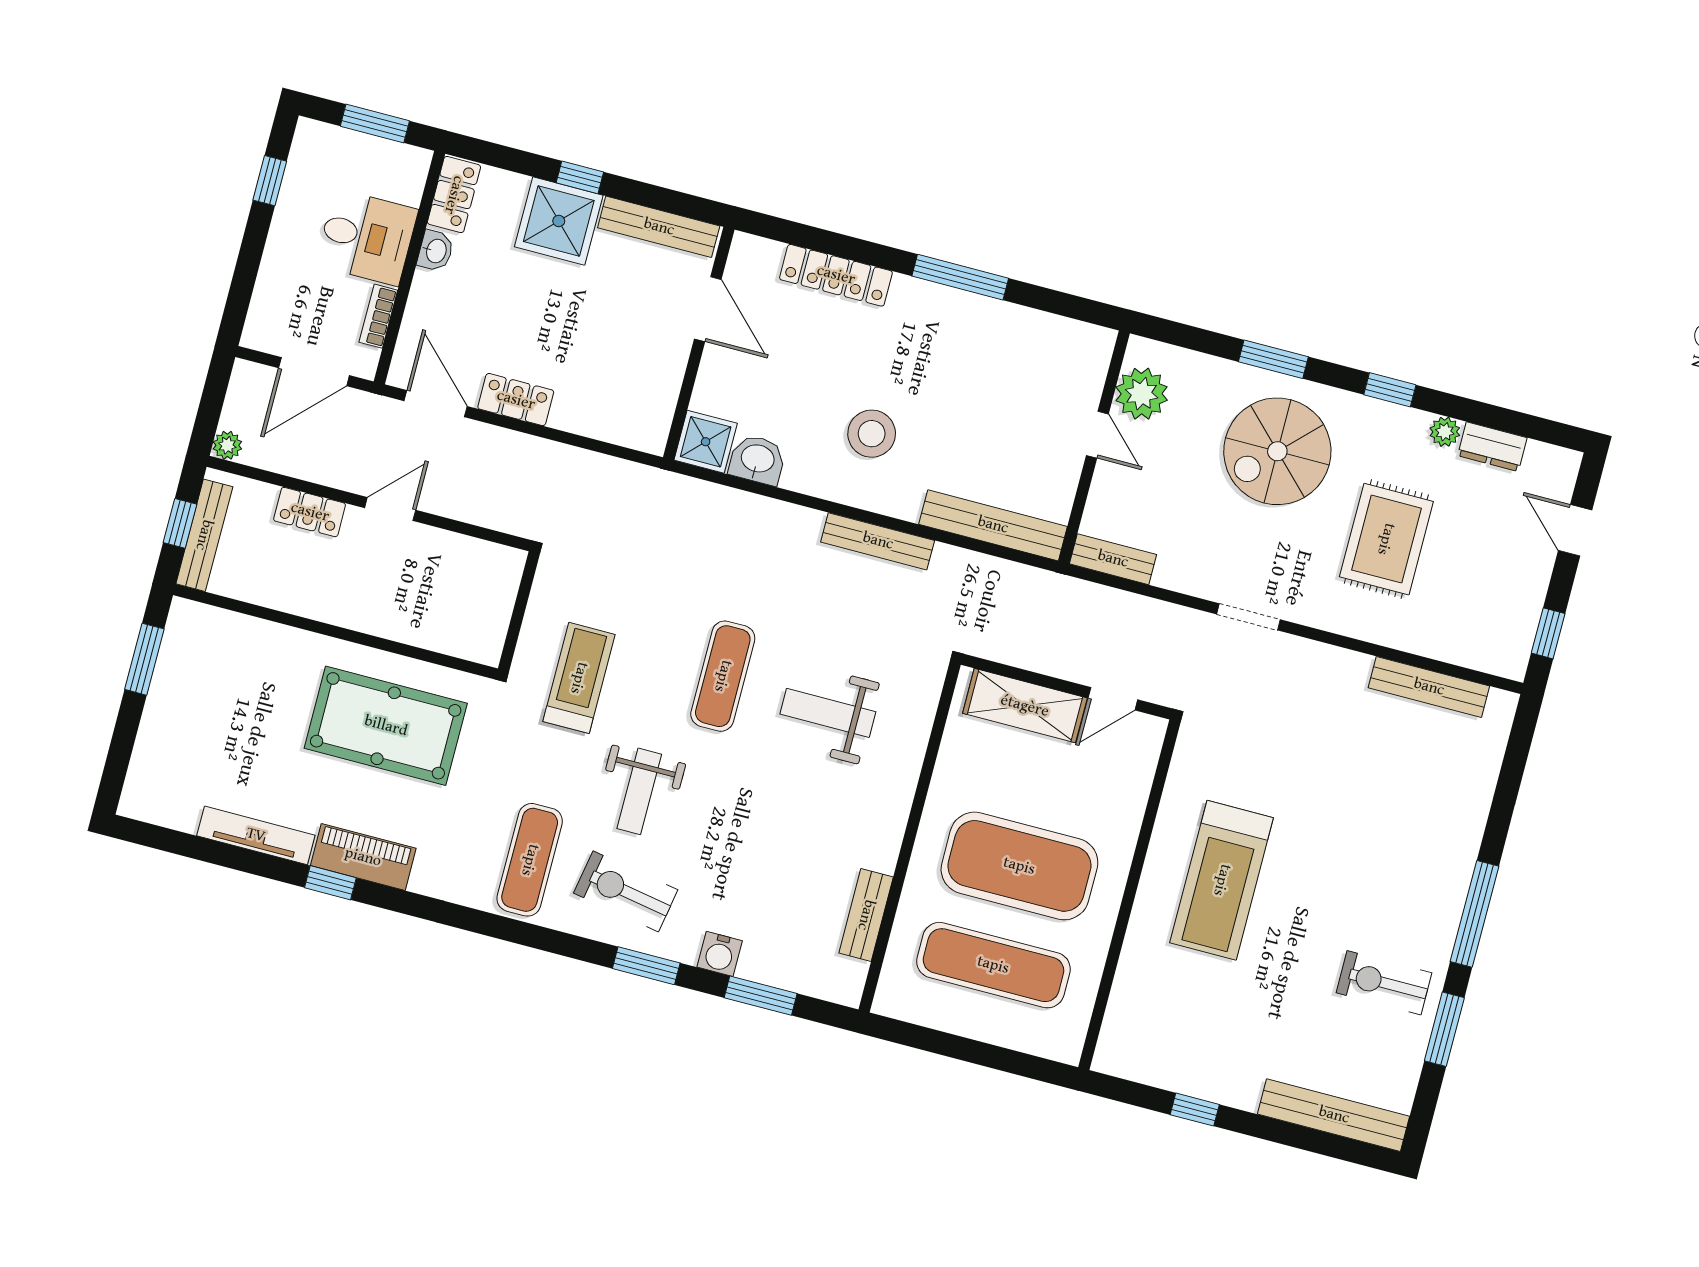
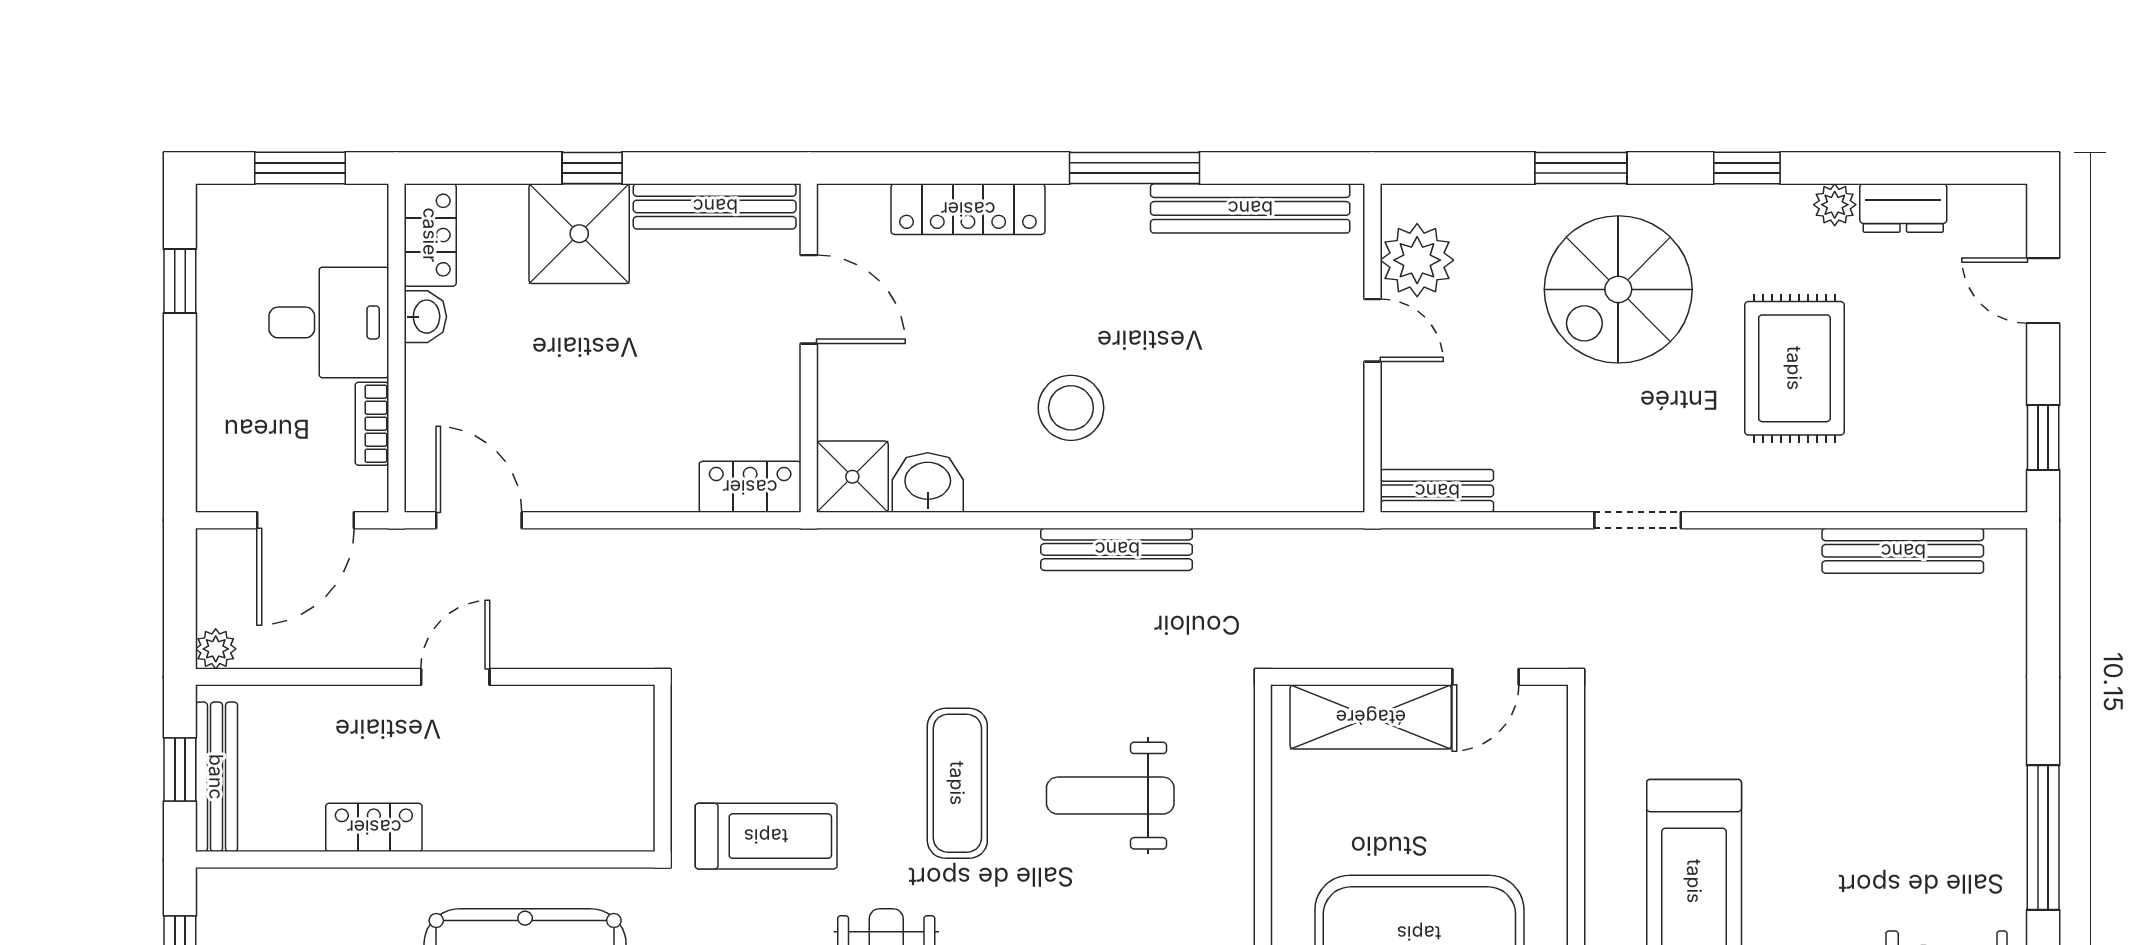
locker: (516, 400) -> (750, 487), moved
locker: (310, 512) -> (374, 827), moved, turned 180
bench: (993, 525) -> (1250, 208), moved
treadmill: (579, 678) -> (766, 836), turned 90

